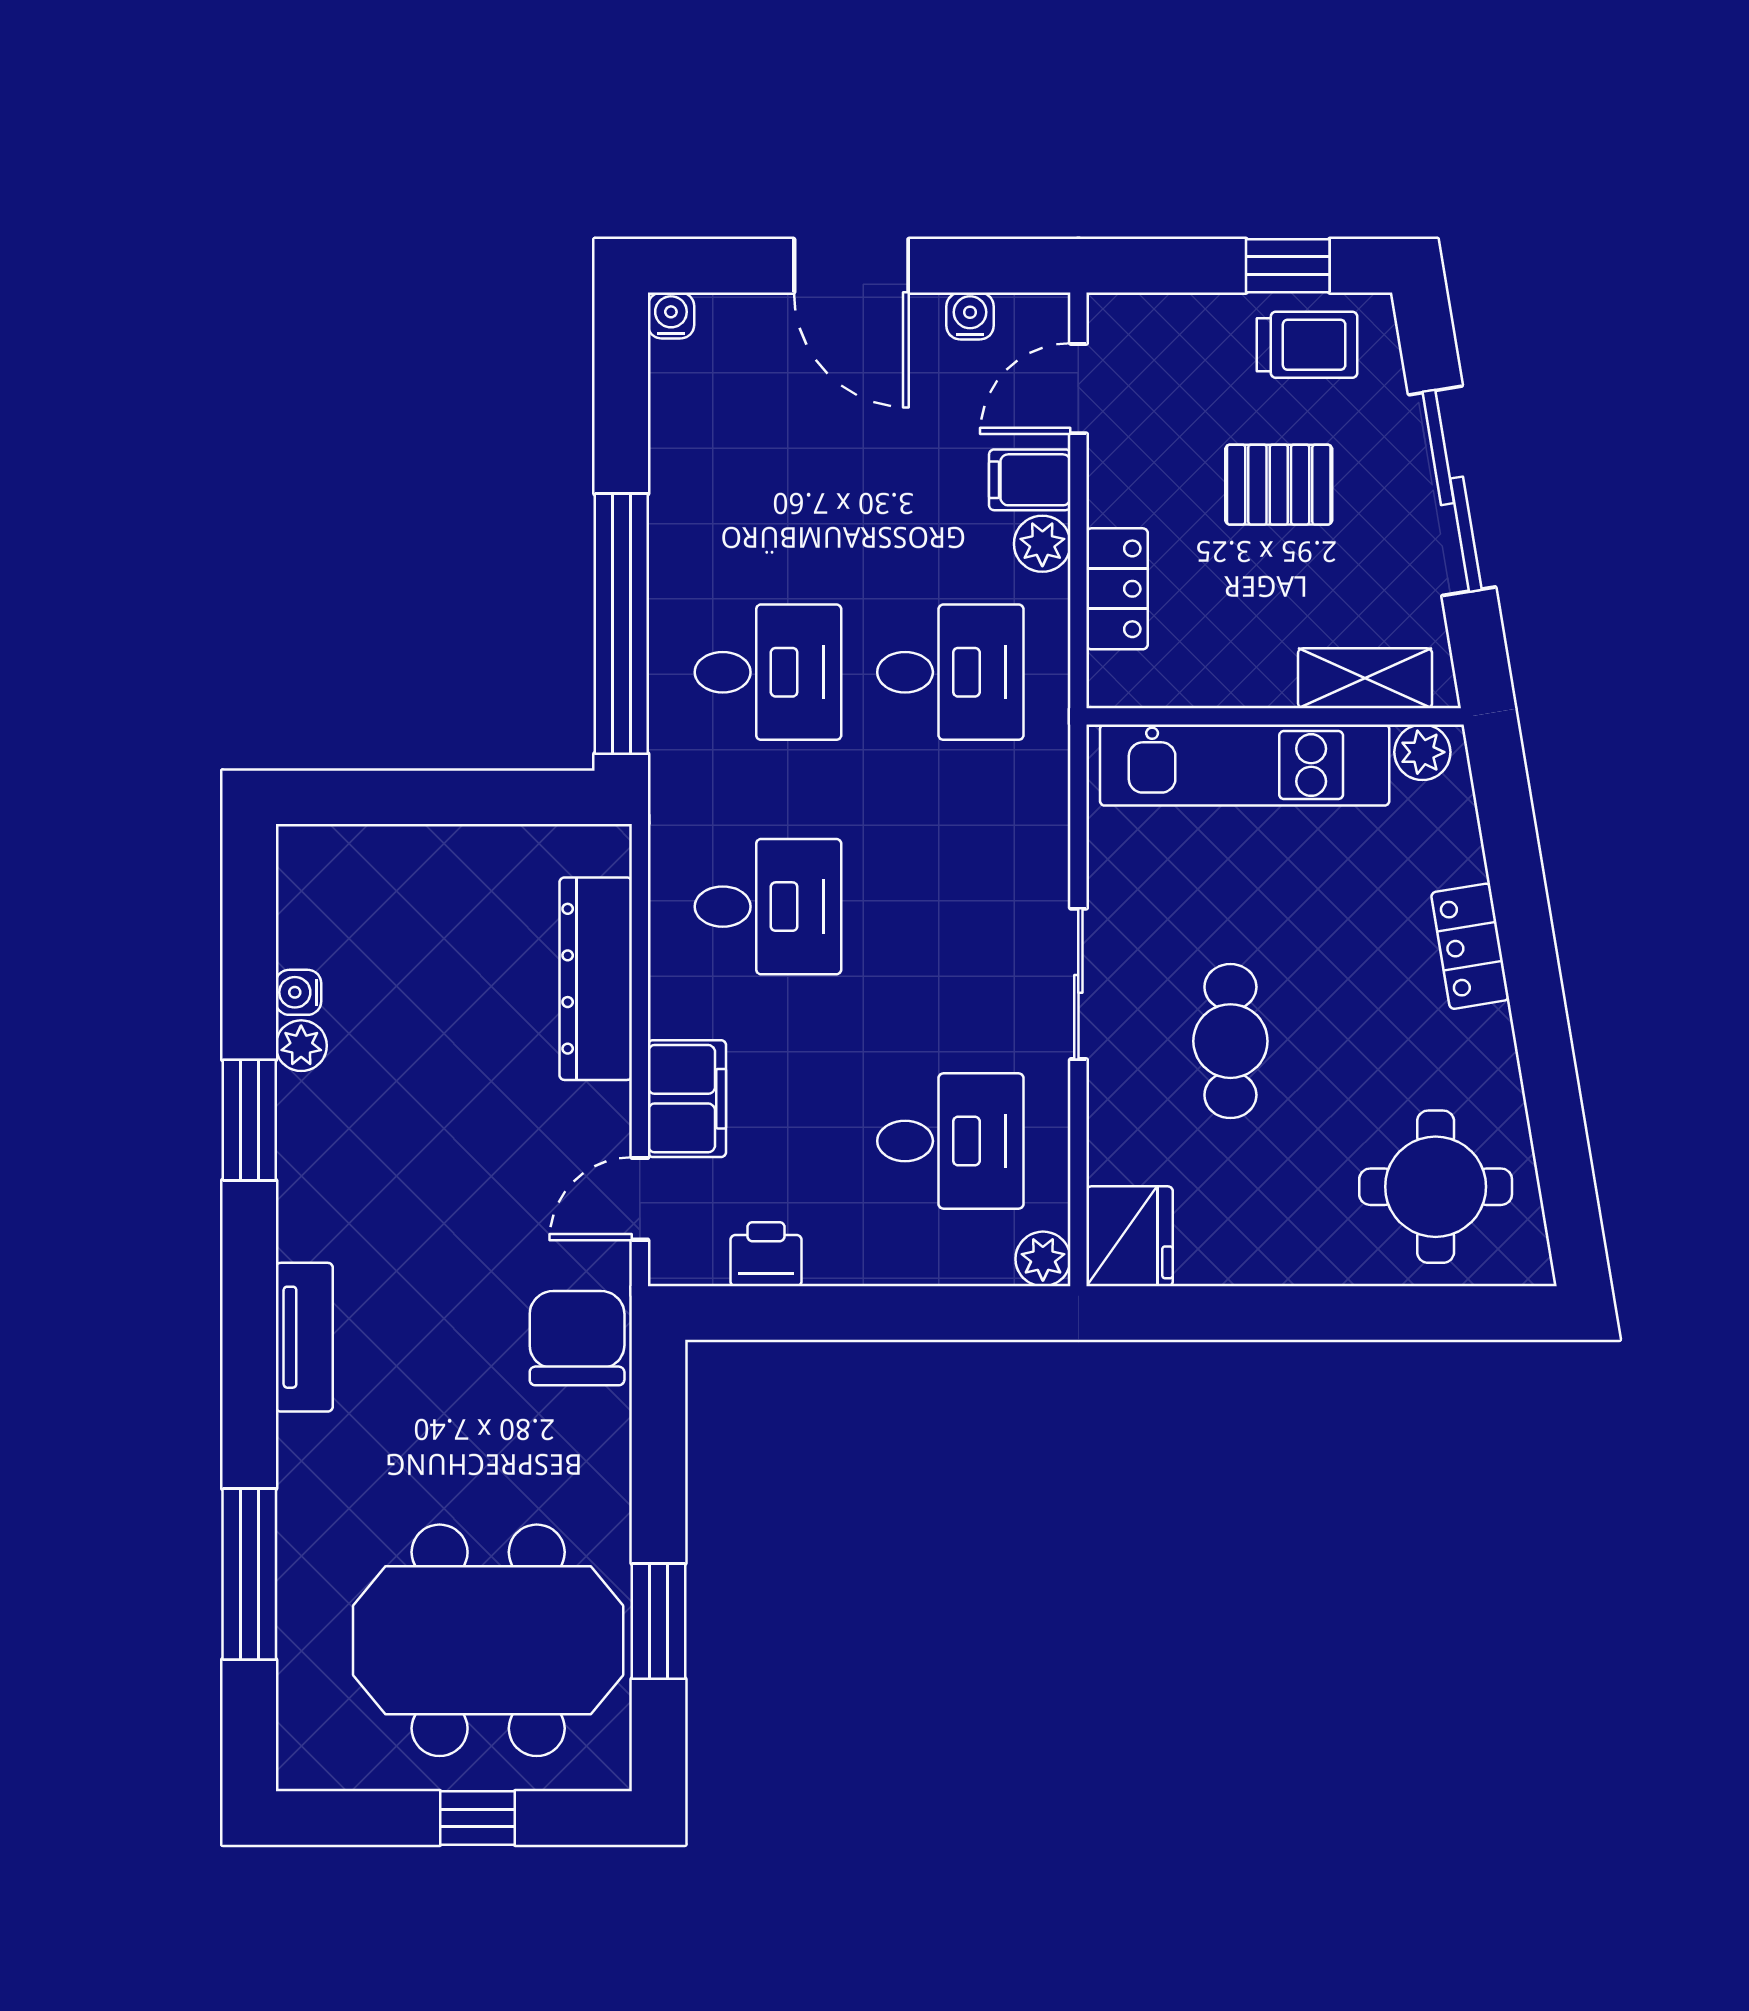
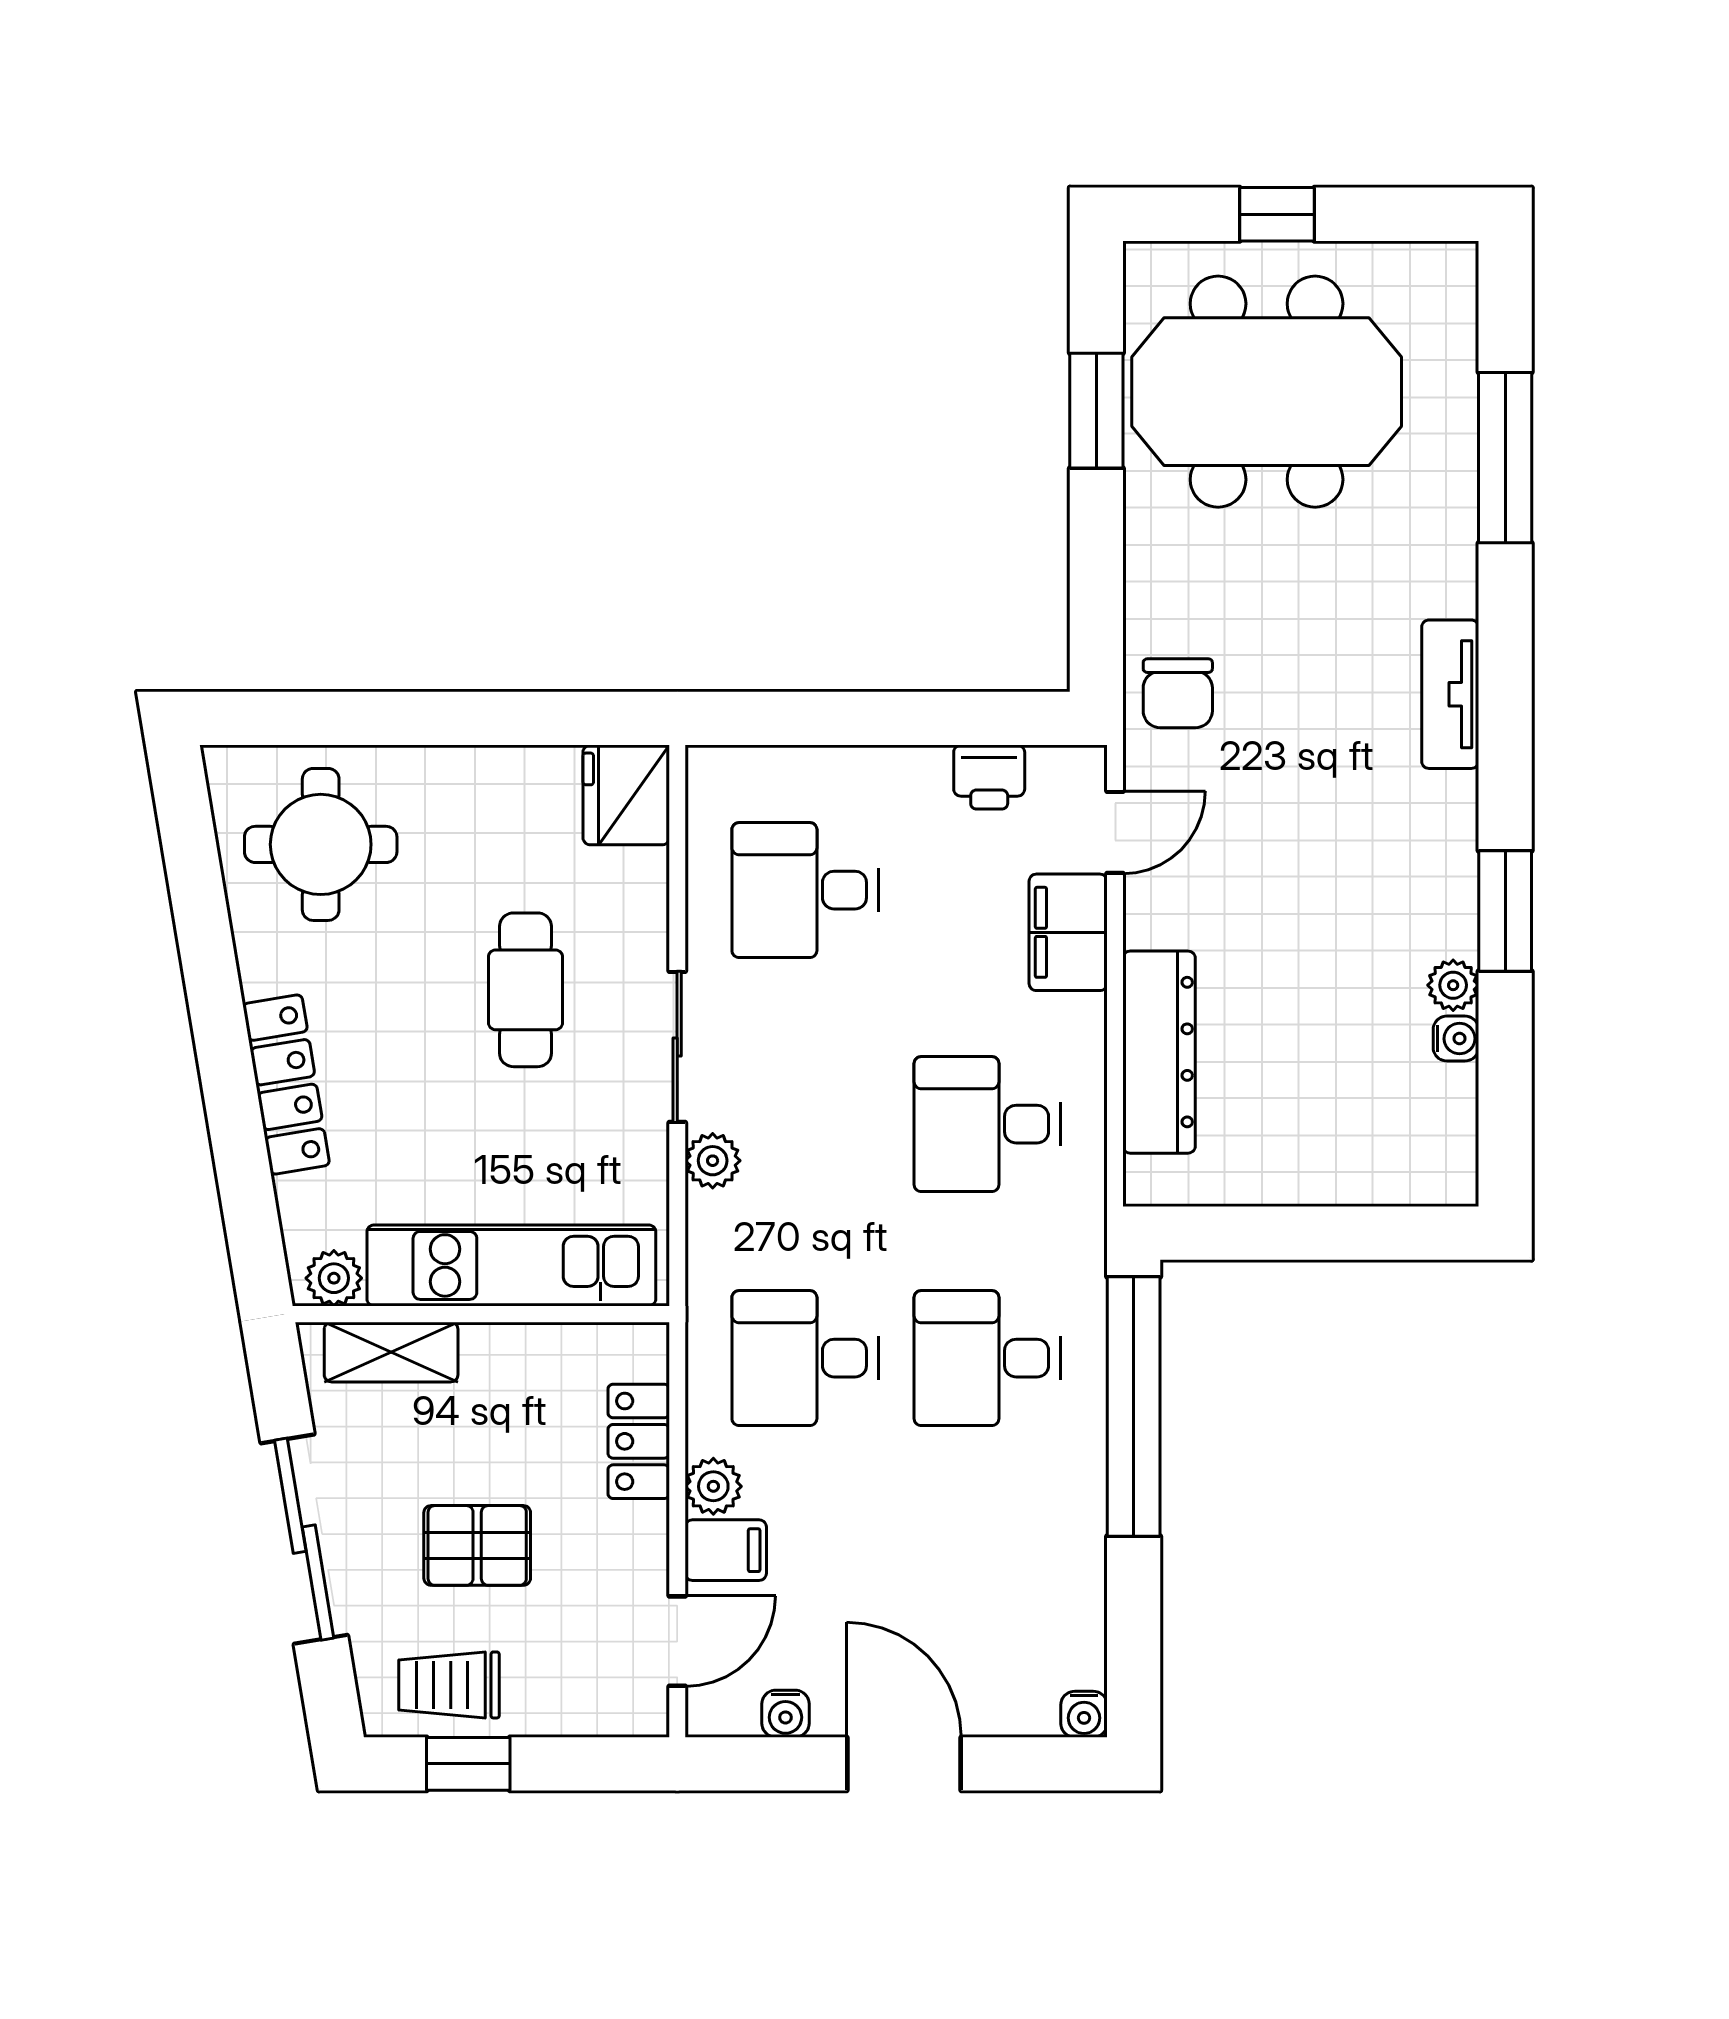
locker: (1470, 946) -> (286, 1085), width x1.53
plant: (1043, 1259) -> (713, 1161), moved
chair: (577, 1338) -> (1178, 693), width x0.73, depth x0.73

